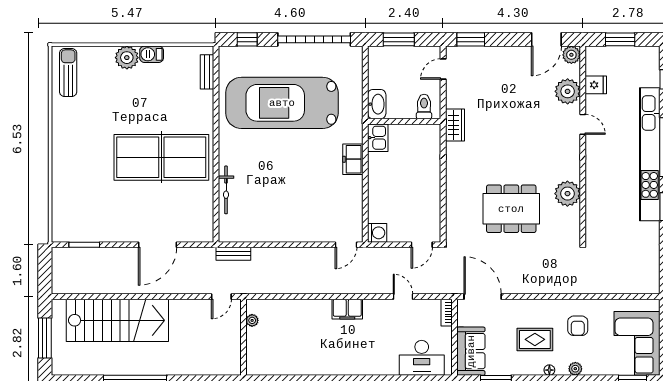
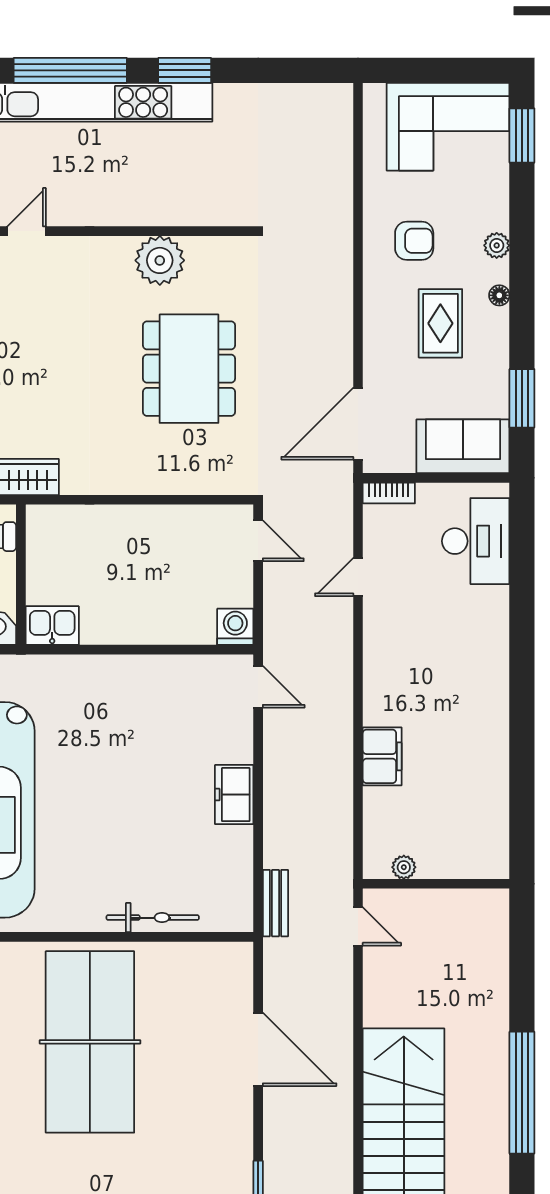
freezer: (353, 159) -> (234, 795), moved, turned 90
filing cabinet: (347, 309) -> (382, 756), moved

